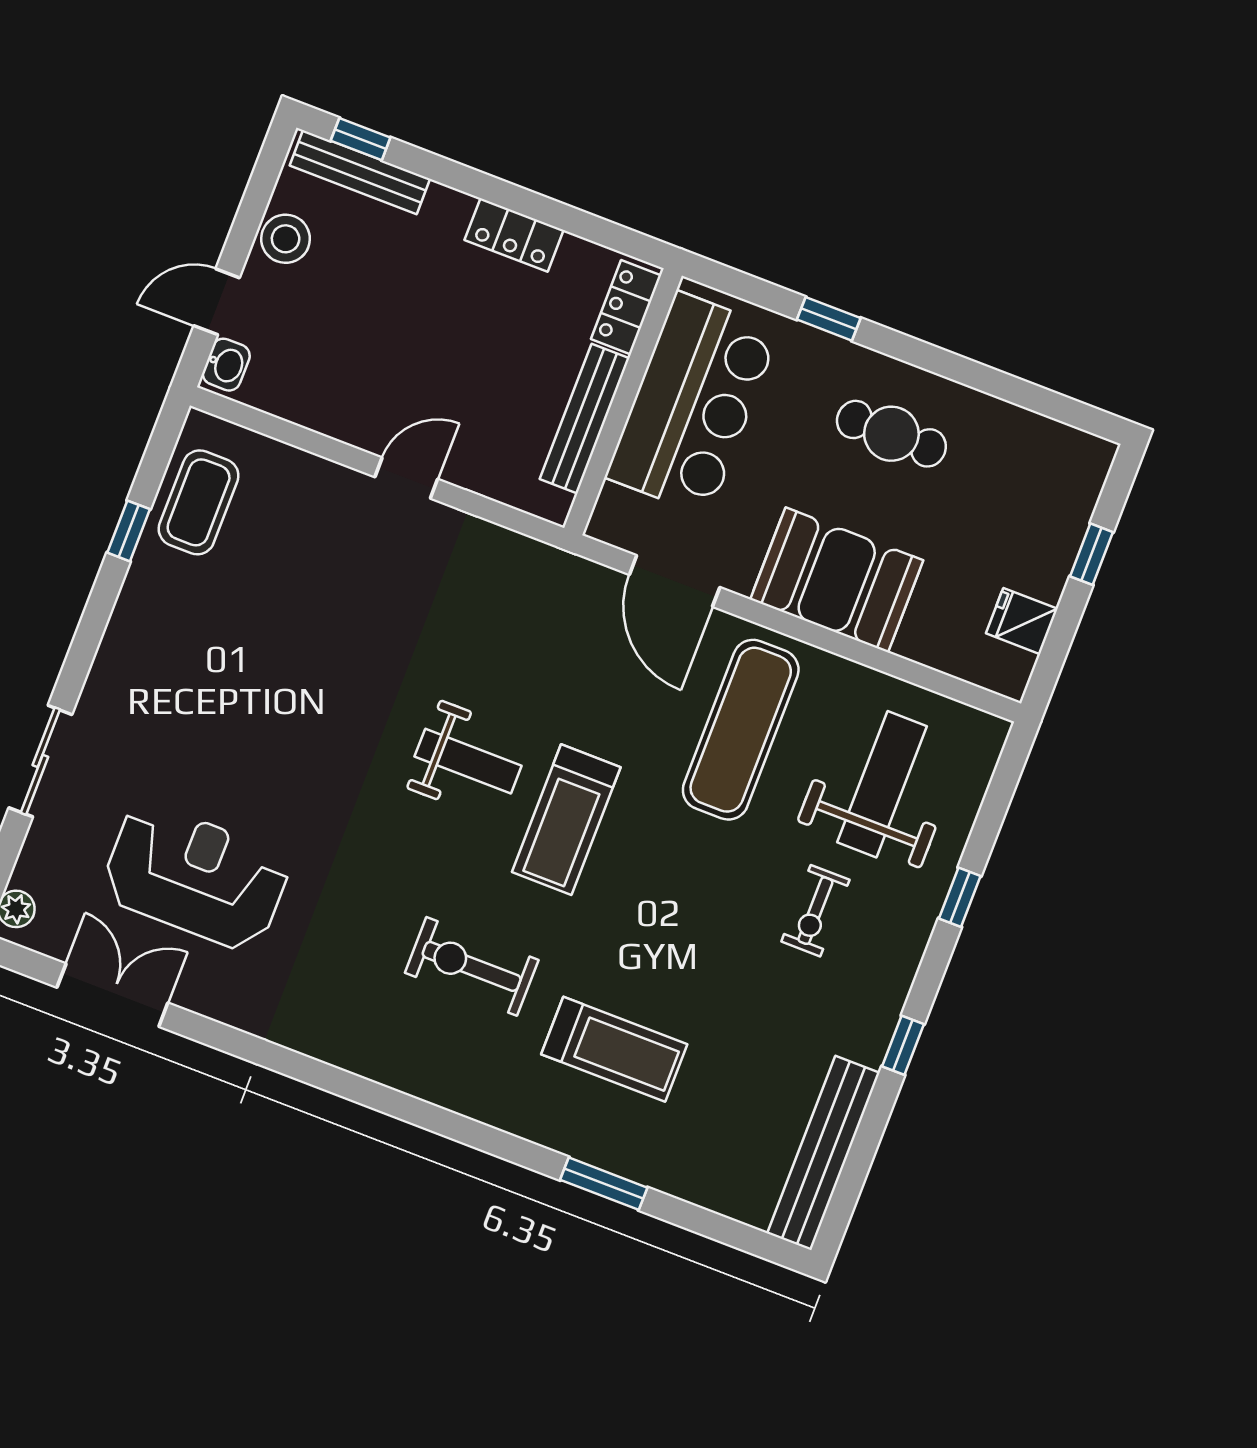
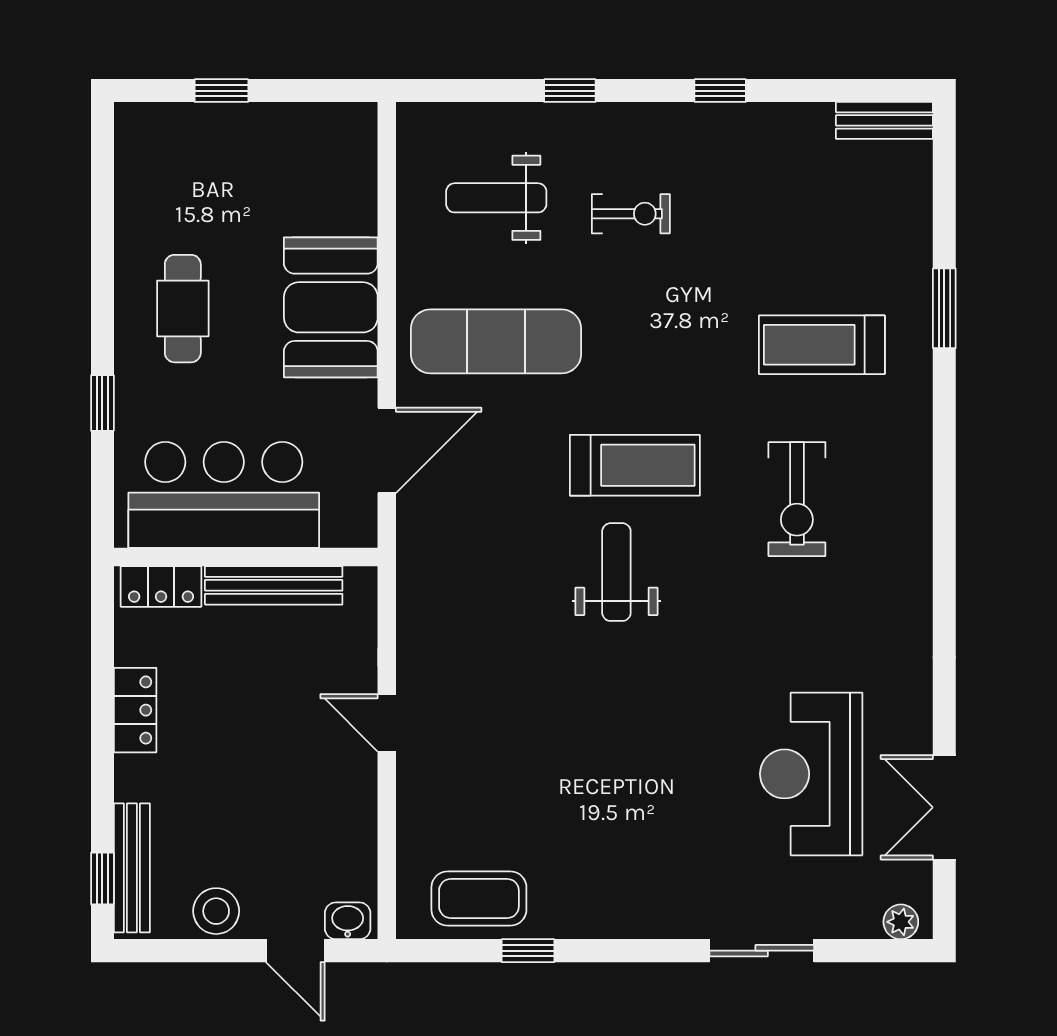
fridge: (1022, 621) -> (304, 129), removed
weight bench: (882, 784) -> (496, 198), width x0.73, depth x0.75
treadmill: (614, 1049) -> (822, 345), turned -90
bench: (823, 1153) -> (884, 120), width x0.54, depth x0.82

